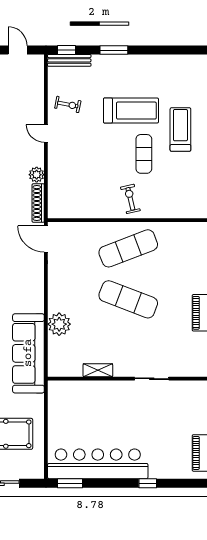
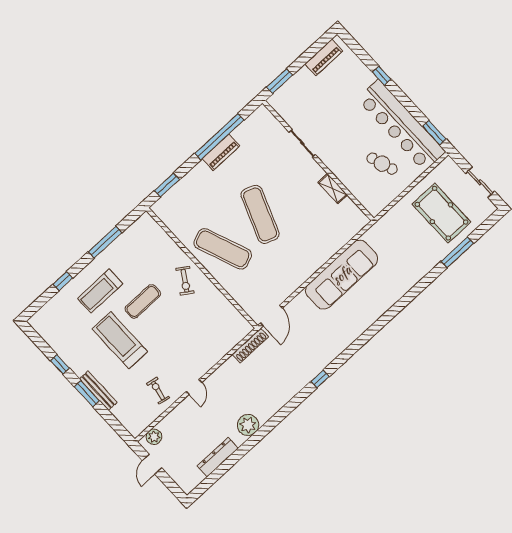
window: (67, 50) -> (60, 364), moved
bench: (69, 60) -> (98, 391), moved
plant: (37, 175) -> (154, 437), moved
exercise bike: (130, 199) -> (185, 281), turned -44
plant: (59, 324) -> (325, 248), removed
sofa: (28, 353) -> (342, 275), moved
cafe table: (83, 424) -> (382, 164), added

